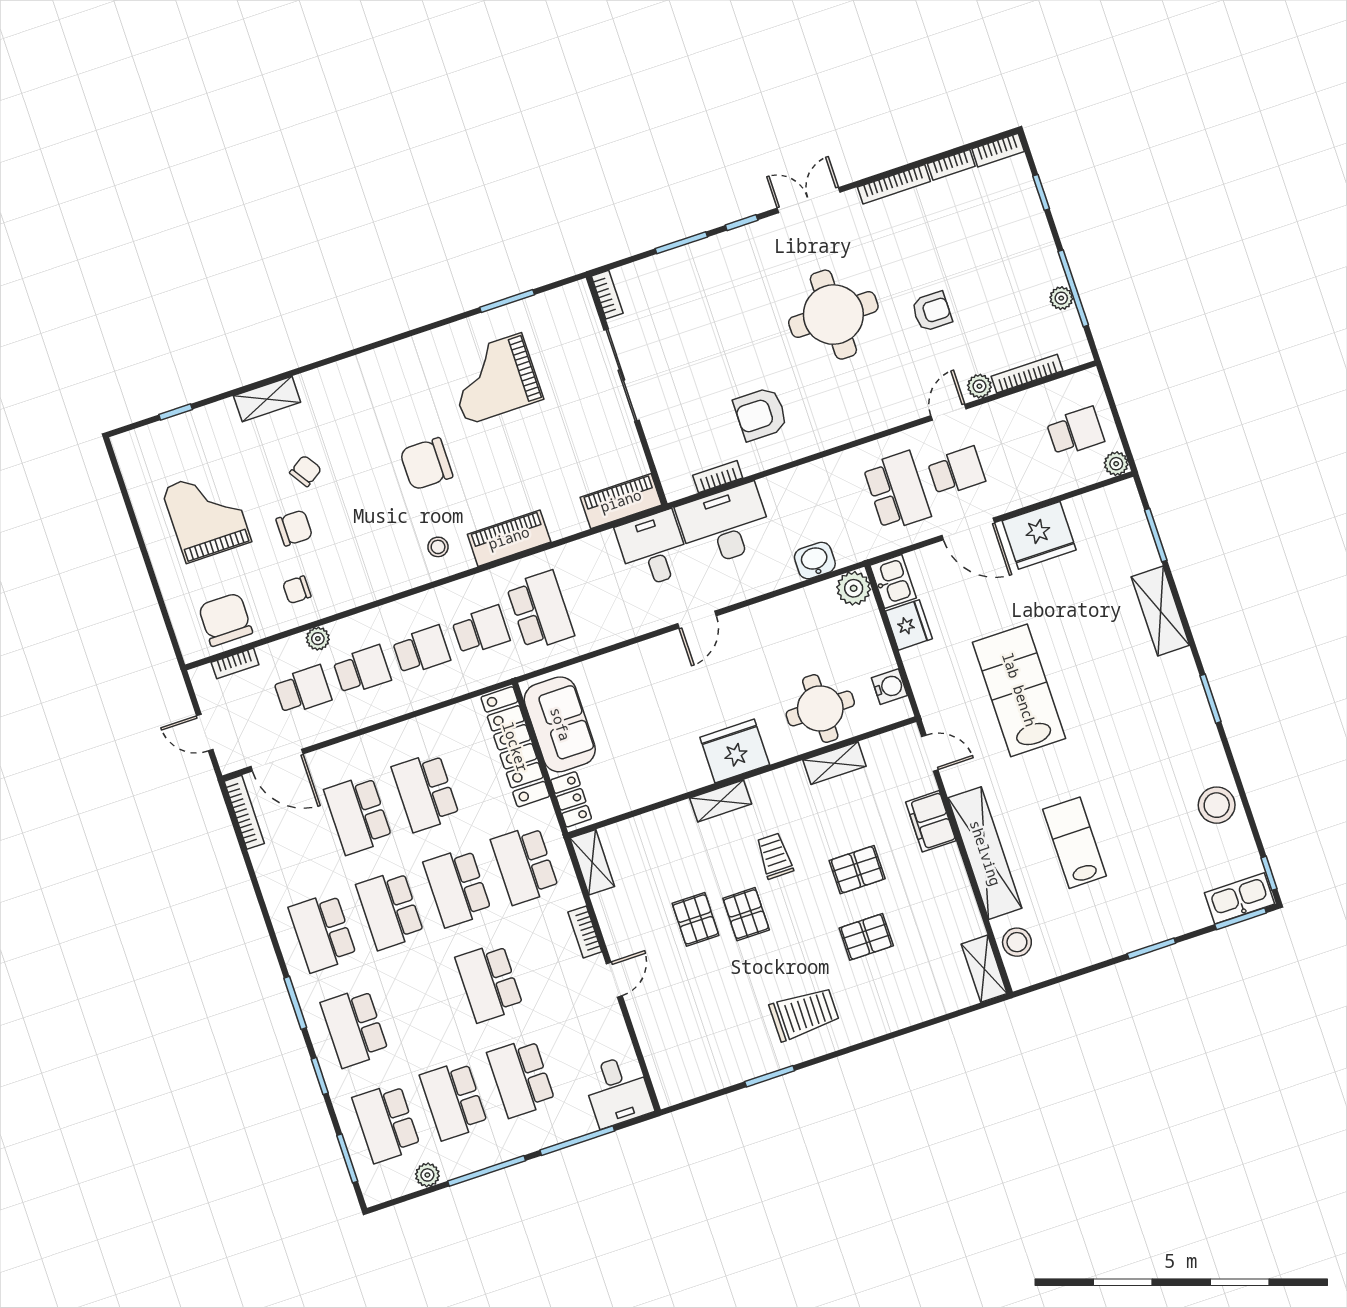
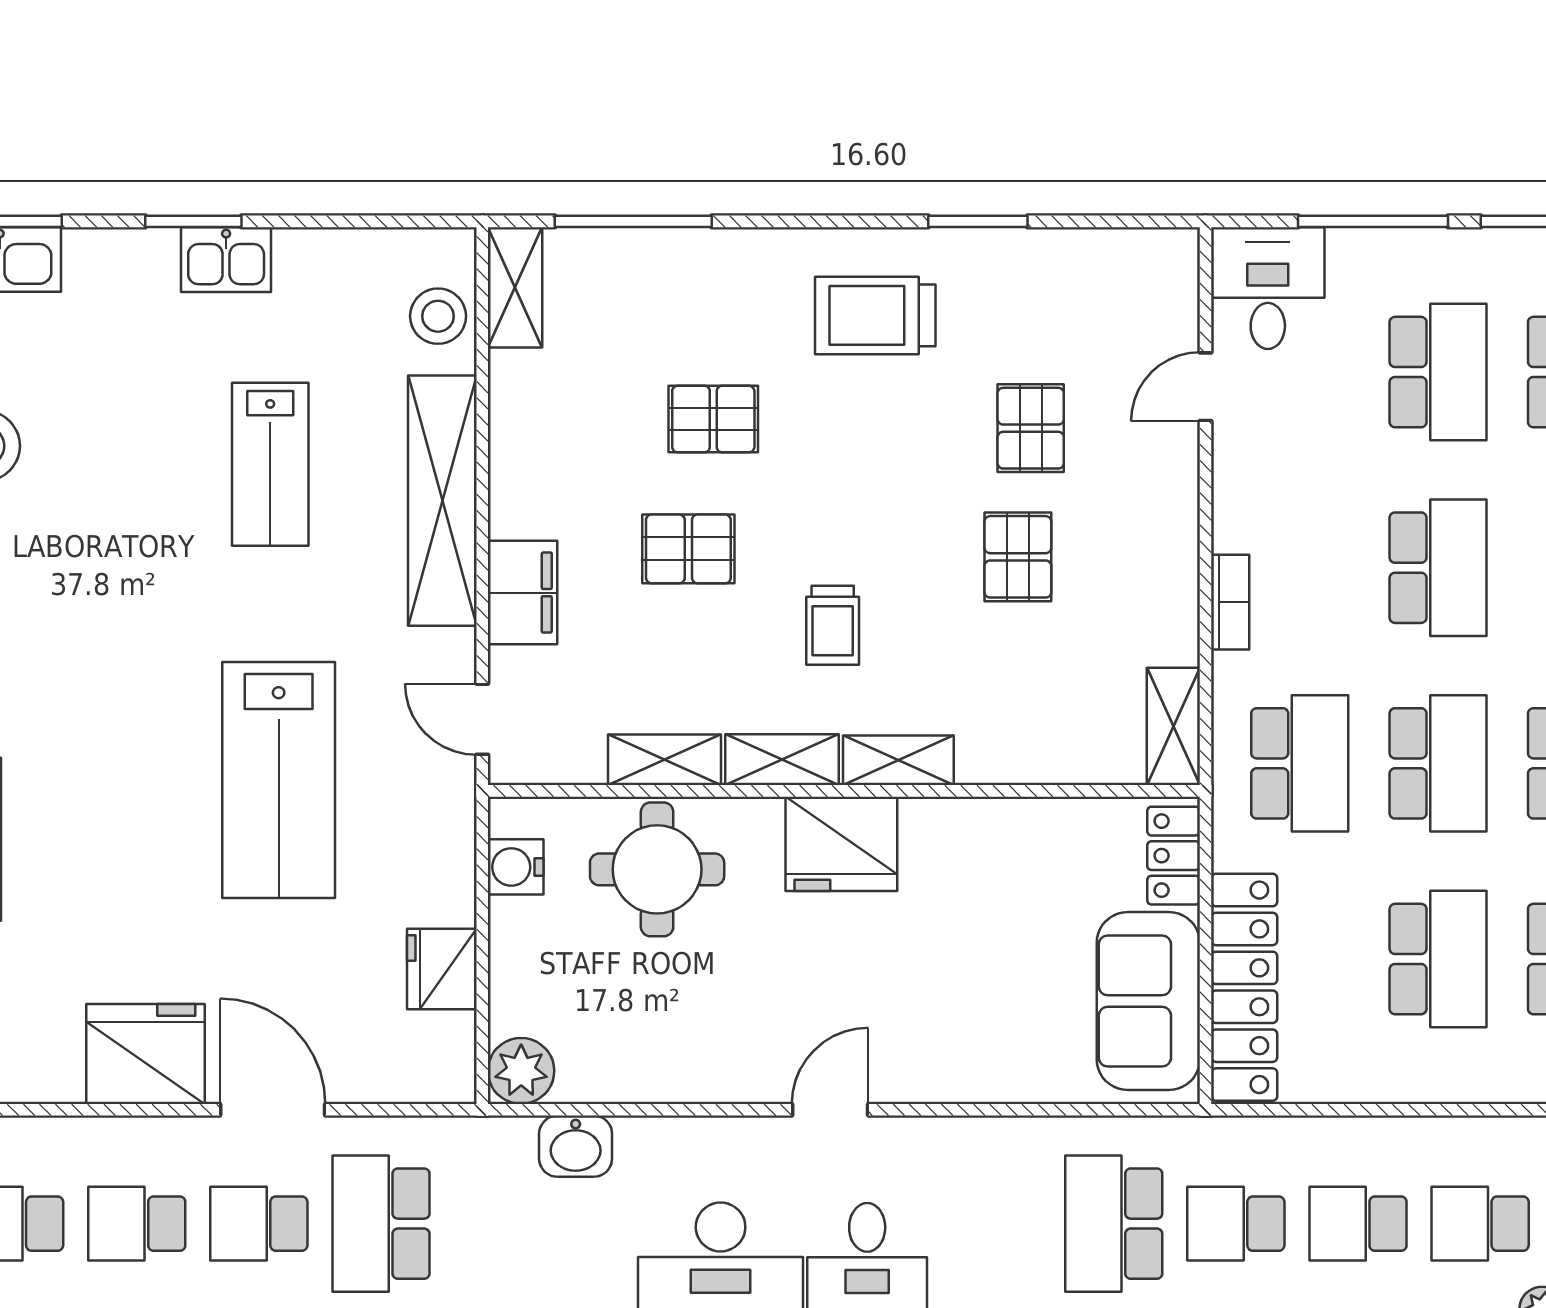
school desk: (1016, 451) -> (137, 1224), added
kitchen sink: (893, 582) -> (226, 260), moved, turned -90
shelving: (777, 782) -> (782, 760), added
pallet: (746, 914) -> (1031, 428), moved
door: (614, 980) -> (1205, 387), moved
window: (937, 1020) -> (633, 221), added

